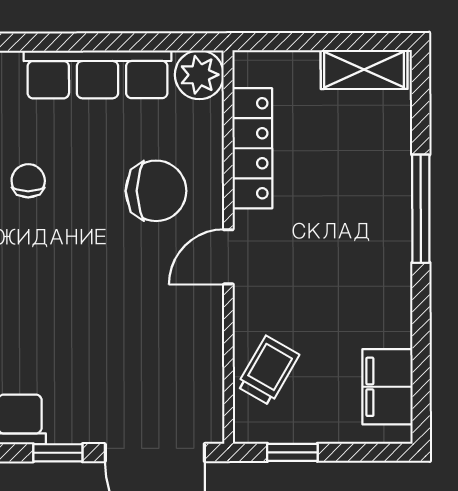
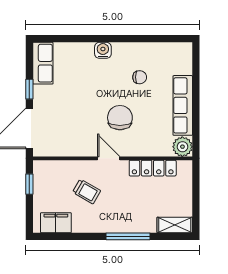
shelving: (364, 70) -> (175, 225), moved, turned 90
chair: (156, 191) -> (120, 118), moved, turned 180
trolley: (268, 371) -> (87, 191), moved

